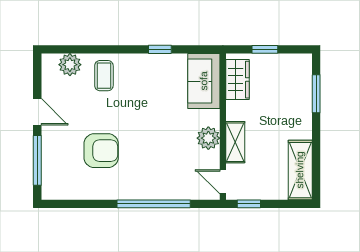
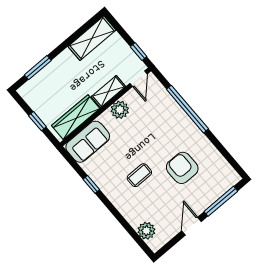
coffee table: (104, 76) -> (139, 175), moved
wardrobe: (238, 80) -> (76, 117), width x1.50

